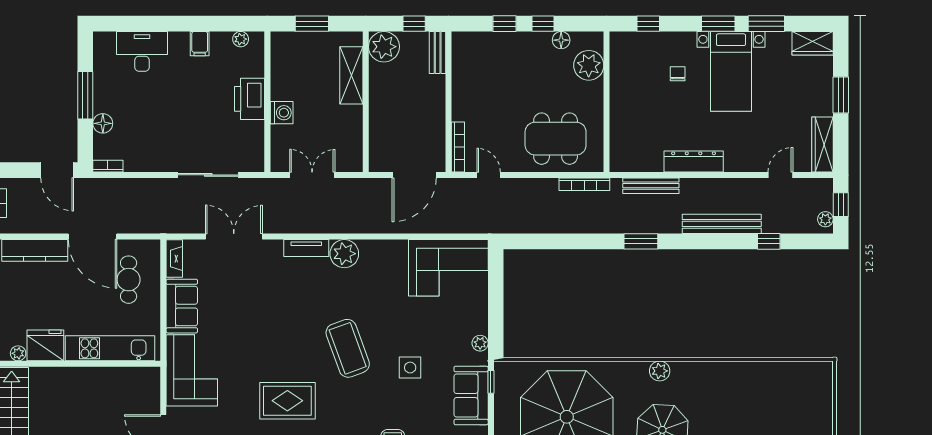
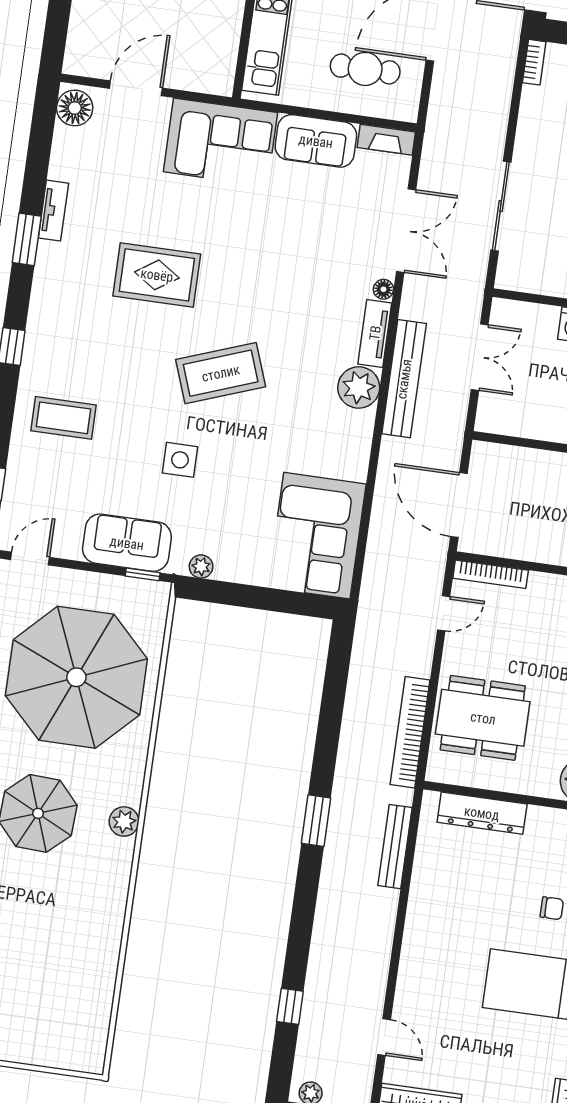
dining table: (556, 139) -> (483, 718), turned 90
dresser: (694, 162) -> (482, 813), moved, turned 90
bookcase: (584, 184) -> (410, 732), width x1.48, depth x1.31
bench: (722, 224) -> (404, 379), moved
floor lamp: (276, 246) -> (383, 289), added
rug: (287, 401) -> (157, 275), turned 90

